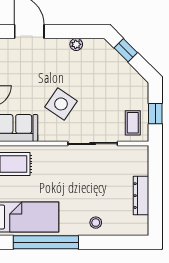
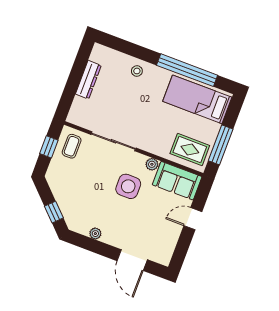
side table: (61, 104) -> (128, 186), turned -34
plant: (46, 135) -> (152, 164), added

